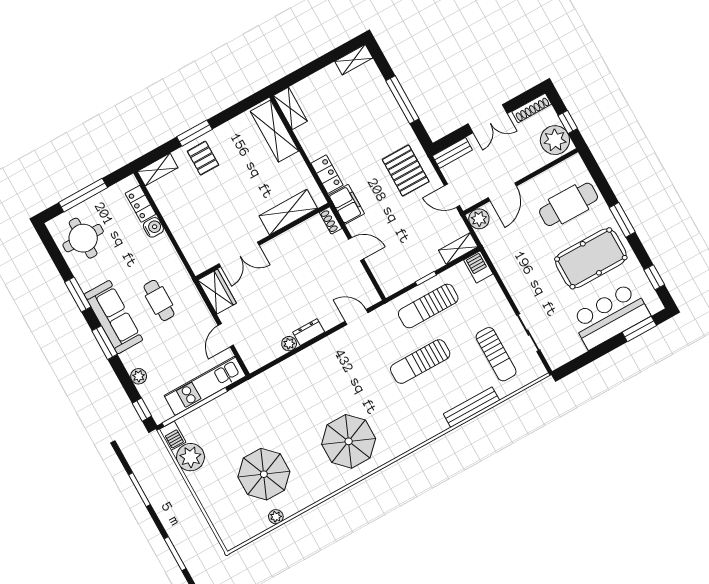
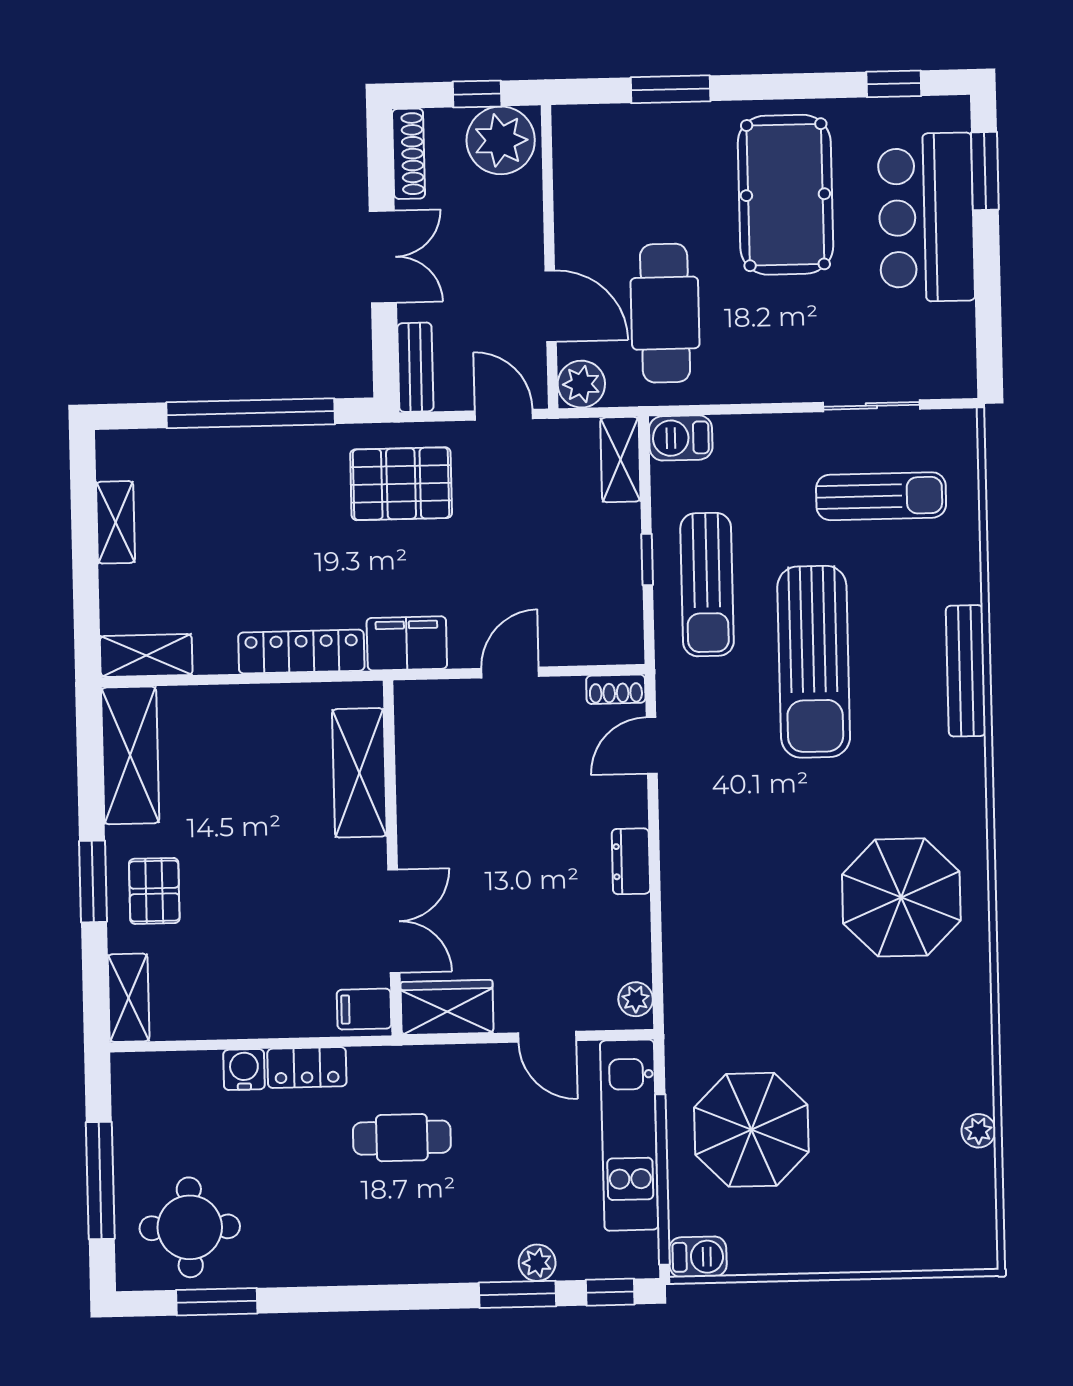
shelving: (354, 60) -> (116, 522), moved
window: (402, 100) -> (251, 413), width x1.46
shelving: (274, 131) -> (130, 755), moved, turned 90
pallet: (203, 158) -> (154, 891), turned 90
locker: (327, 174) -> (301, 652), width x1.53
door: (452, 196) -> (504, 415), swing flipped
locker: (141, 204) -> (307, 1068), moved
cafe table: (569, 204) -> (665, 313), moved
shoe rack: (331, 220) -> (616, 689), moved
window: (622, 220) -> (671, 89), moved
filing cabinet: (200, 261) -> (364, 1009), added
window: (78, 294) -> (217, 1302), moved
sofa: (113, 317) -> (387, 1250), removed
window: (105, 343) -> (517, 1294), moved
plant: (289, 344) -> (636, 999), moved
sun lounger: (420, 362) -> (814, 662), width x1.36, depth x1.34
bench: (471, 407) -> (966, 671), moved
plant: (190, 457) -> (762, 1243), removed
parasol: (264, 474) -> (751, 1130), moved

